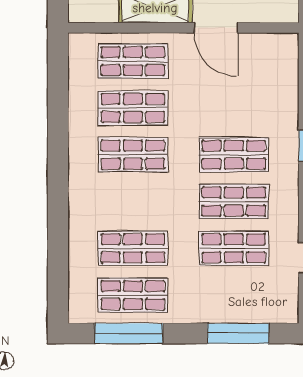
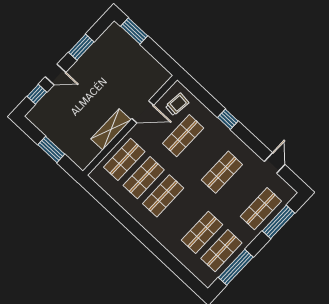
trolley: (267, 63) -> (177, 104), added
shop shelf: (234, 155) -> (183, 136), moved
shop shelf: (234, 248) -> (261, 209), moved

